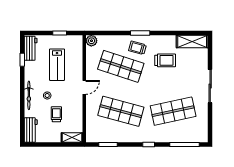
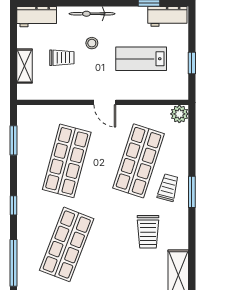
shop shelf: (173, 111) -> (67, 244), turned 33
shelving: (72, 138) -> (25, 66), moved

